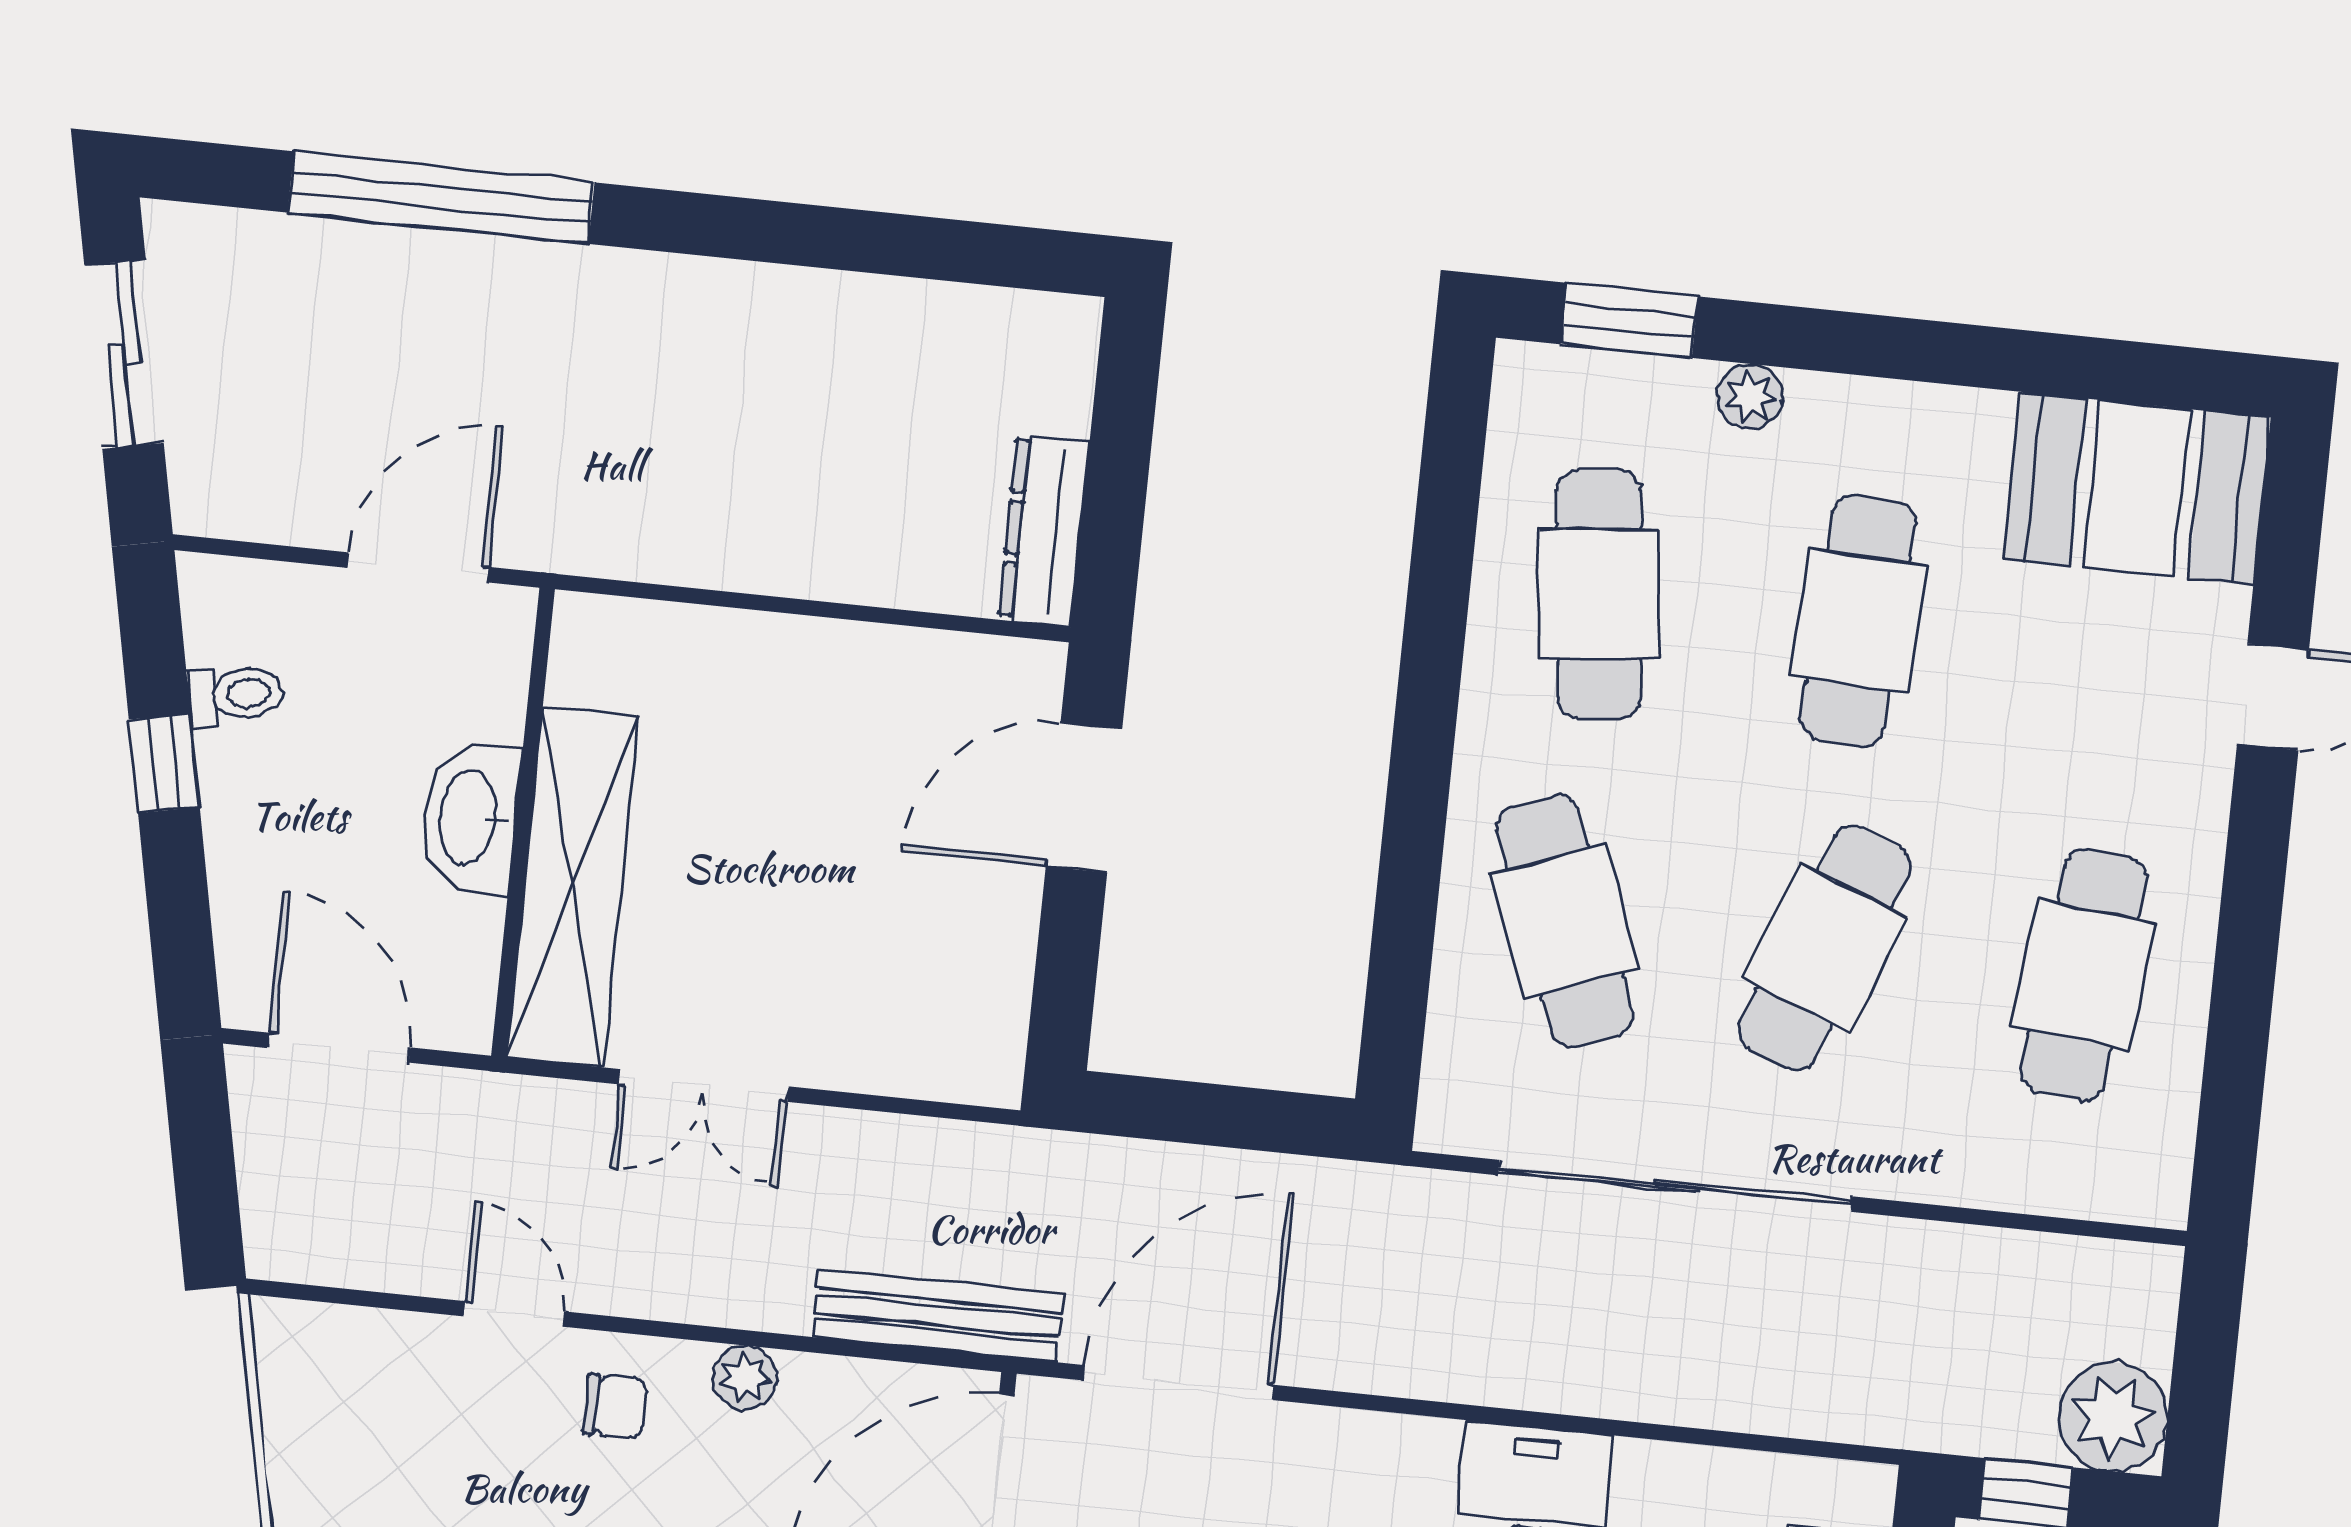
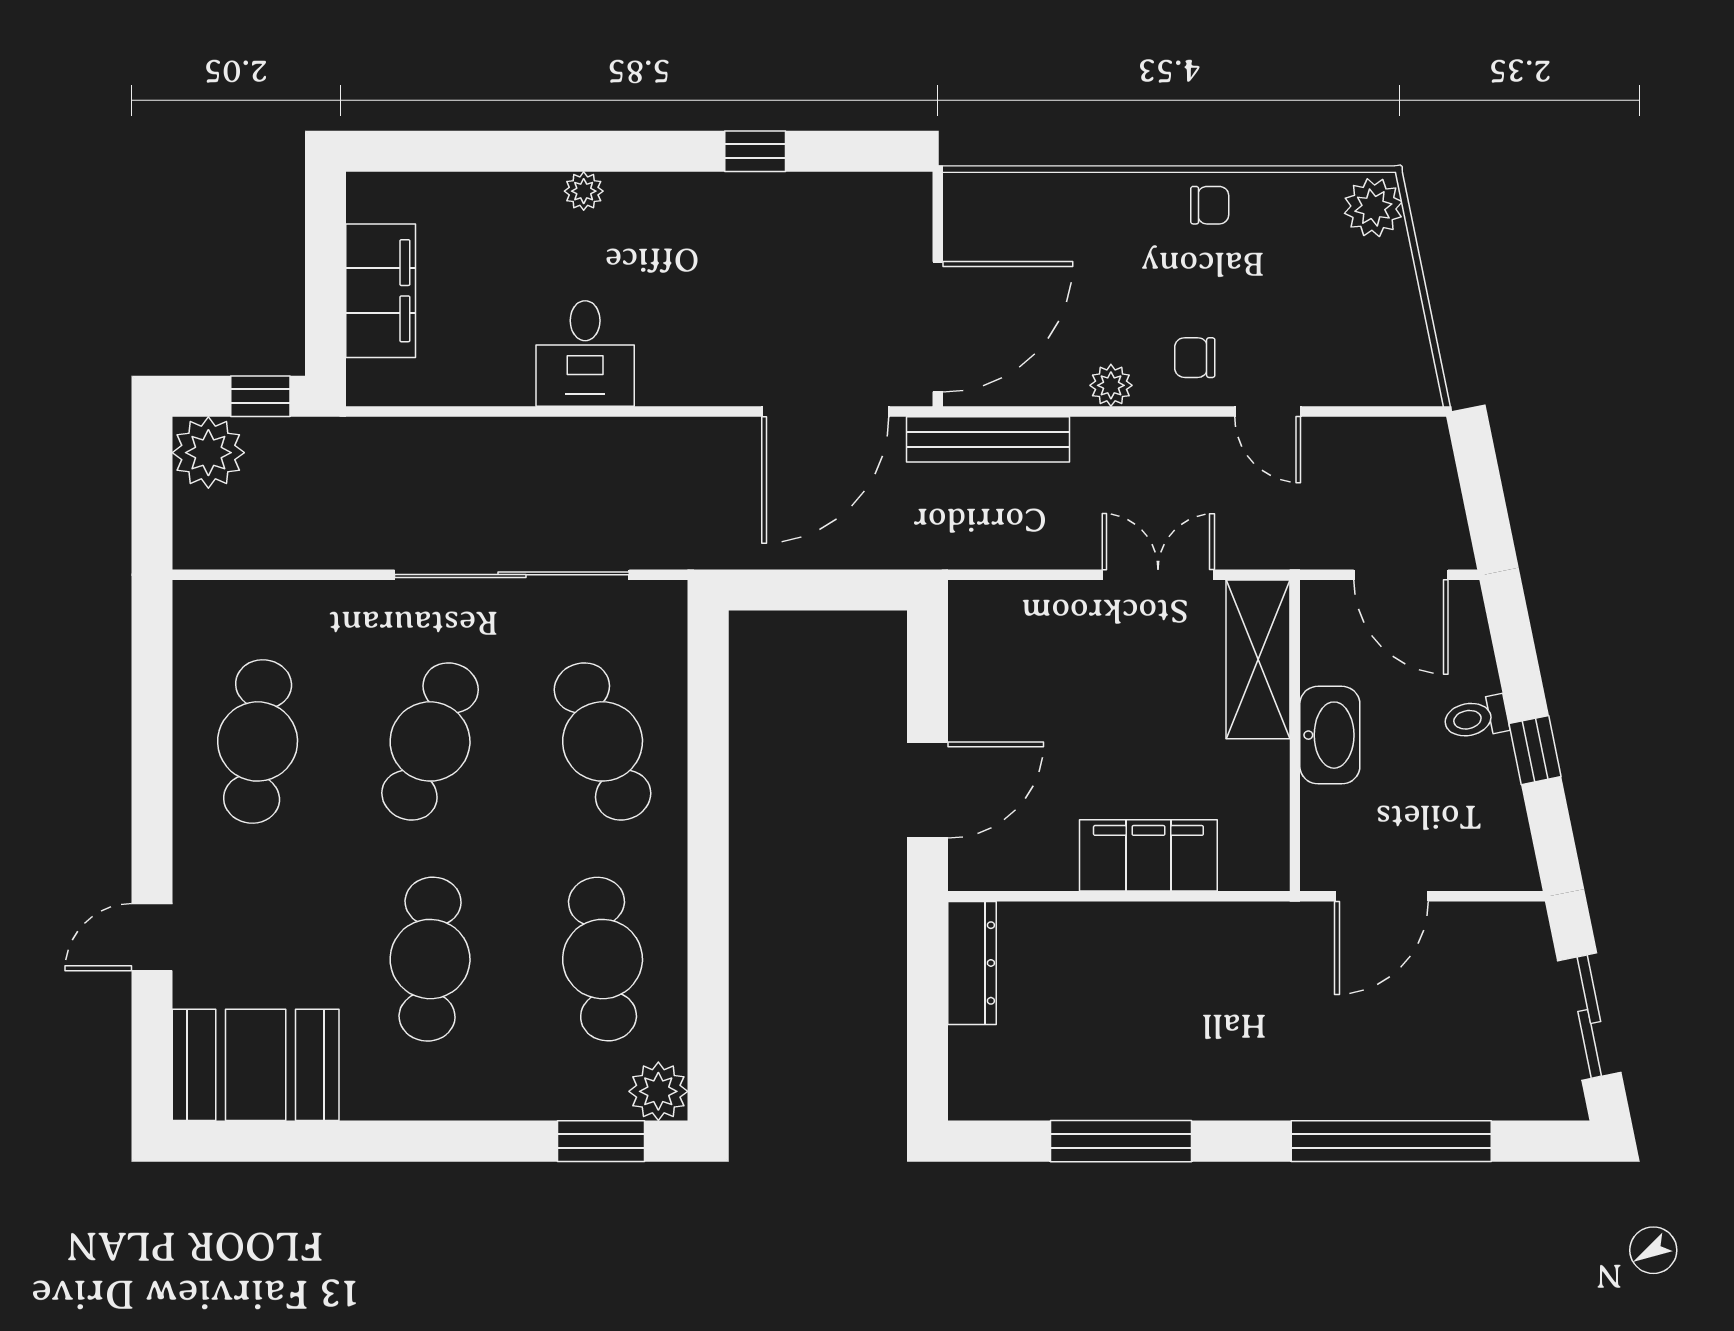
window: (847, 240) -> (1121, 1141), added
plant: (1750, 396) -> (658, 1091), moved, width x1.38, depth x1.38
filing cabinet: (762, 665) -> (1148, 855), added
toilet: (236, 694) -> (1476, 718), moved
shelving: (572, 887) -> (1258, 659), width x0.68

